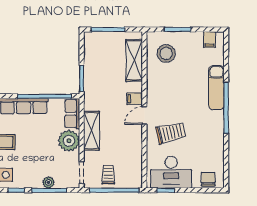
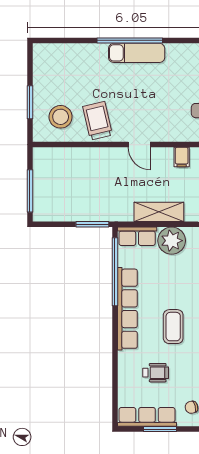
filing cabinet: (209, 40) -> (43, 62), removed
shelving: (134, 60) -> (69, 158), removed
exam couch: (216, 88) -> (137, 53), moved
filing cabinet: (135, 99) -> (182, 157), moved
trolley: (171, 133) -> (98, 121), moved

